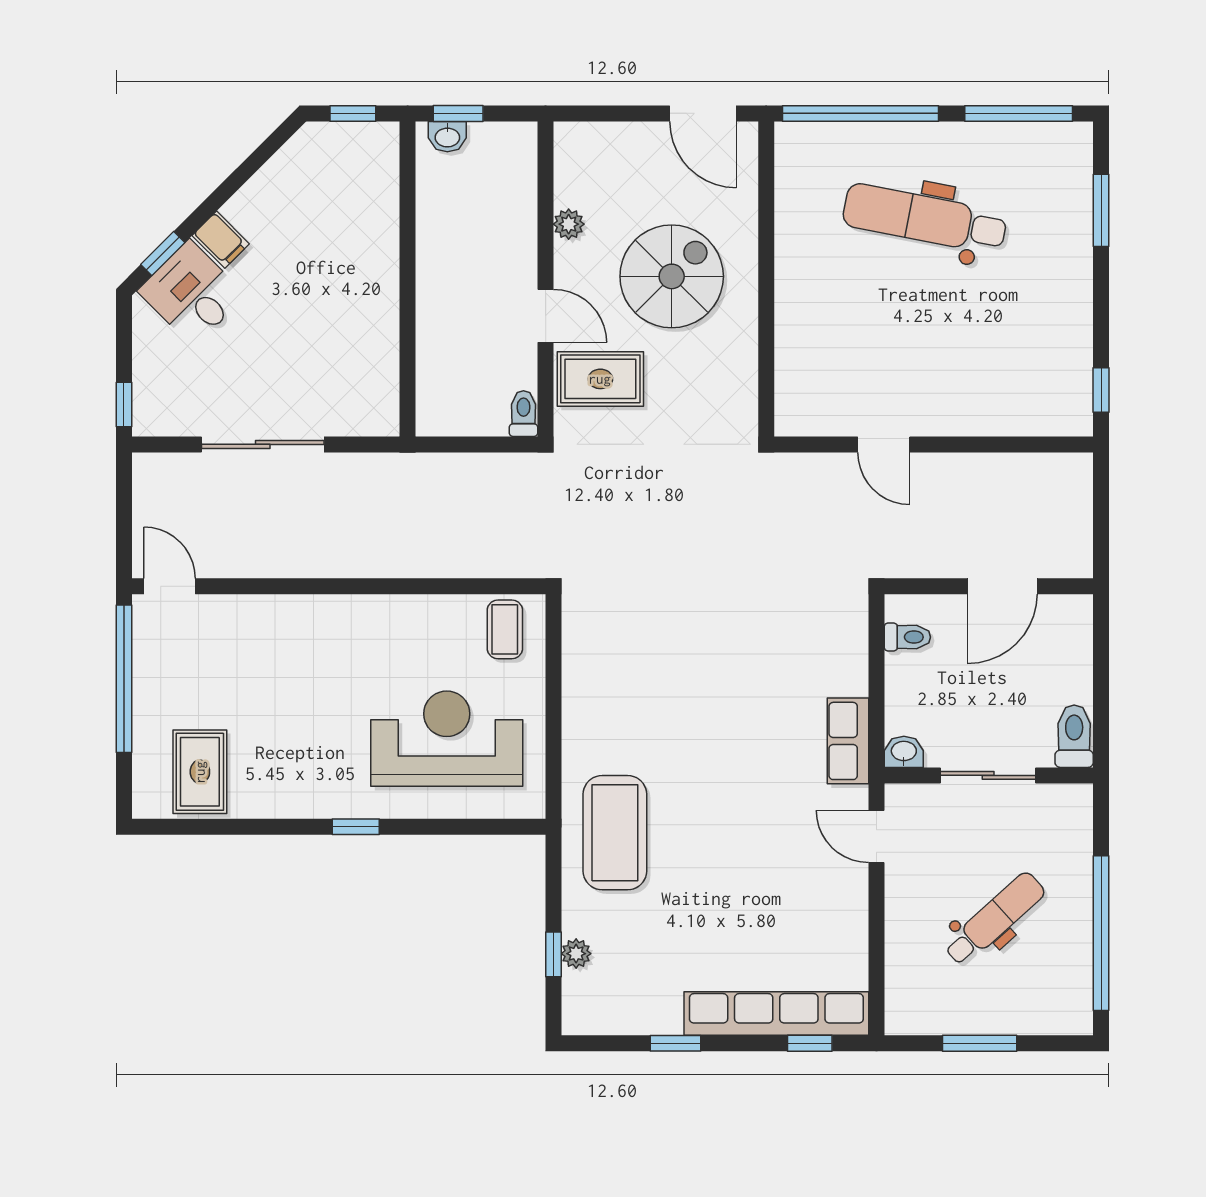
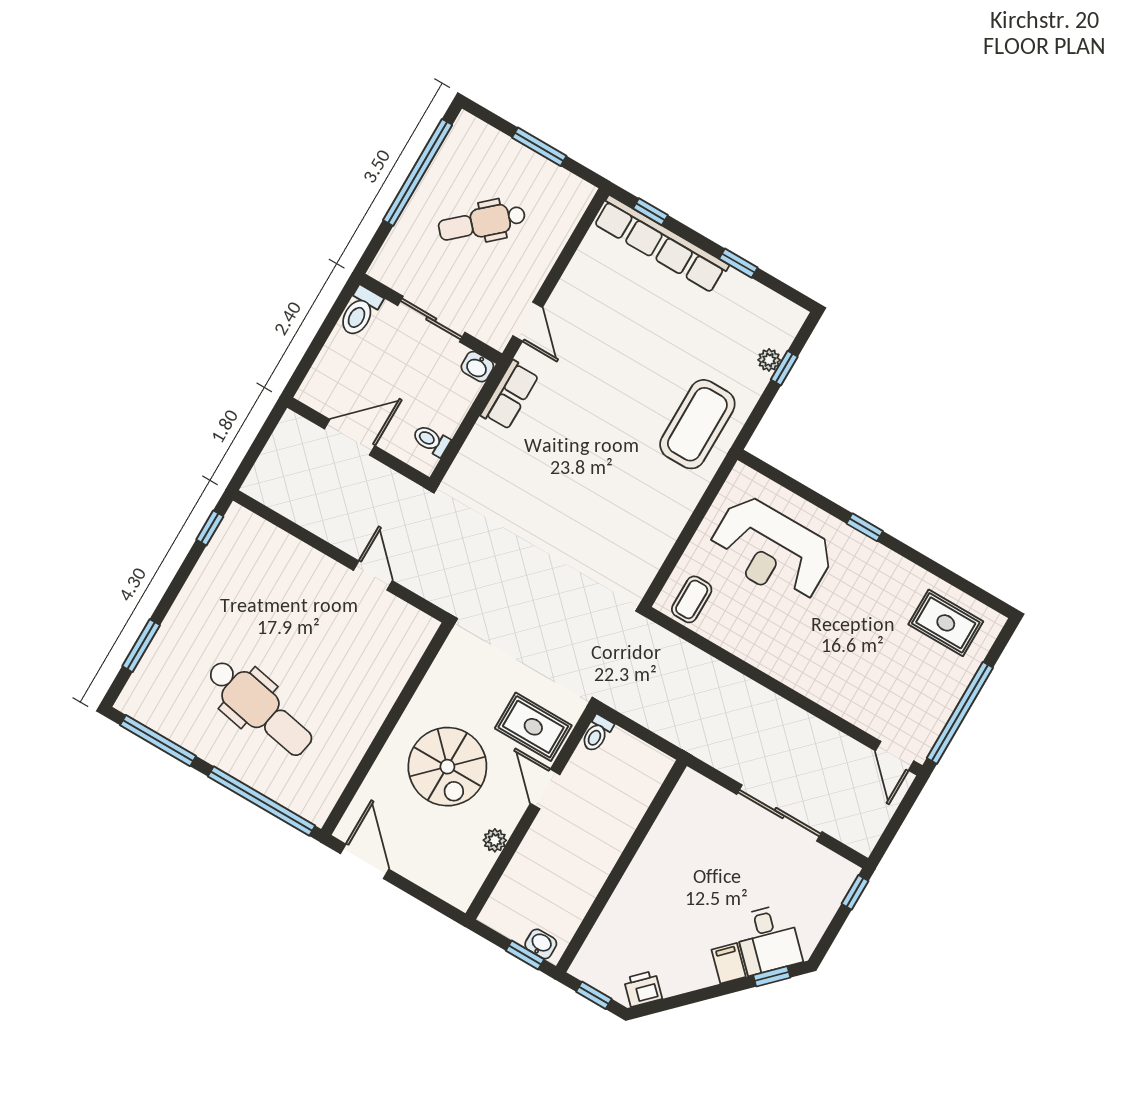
printer: (301, 154) -> (643, 989), added
spiral stairs: (672, 276) -> (447, 767), turned -90
rug: (200, 772) -> (946, 623), turned 90

